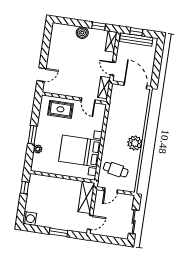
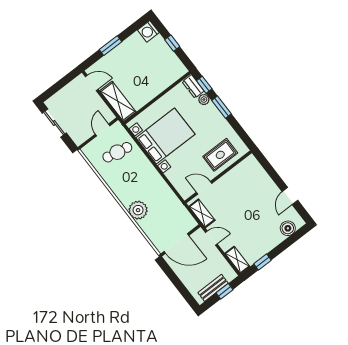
boiler: (82, 33) -> (288, 228), moved
bench: (136, 39) -> (213, 288), width x0.73
door: (41, 75) -> (290, 196), moved
plant: (135, 143) -> (138, 210), moved
window: (29, 157) -> (204, 85), added
dresser: (36, 163) -> (193, 86), added
window: (25, 188) -> (172, 43), moved
door: (90, 222) -> (92, 83), swing flipped

